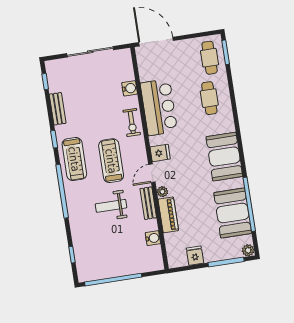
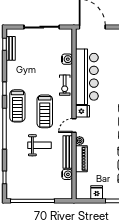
bar counter: (159, 107) -> (87, 77), width x1.36
bench: (58, 109) -> (11, 48), moved
treadmill: (111, 161) -> (45, 111), turned 180
bench: (148, 203) -> (68, 152), width x1.36
weight bench: (111, 206) -> (39, 145), turned 180

